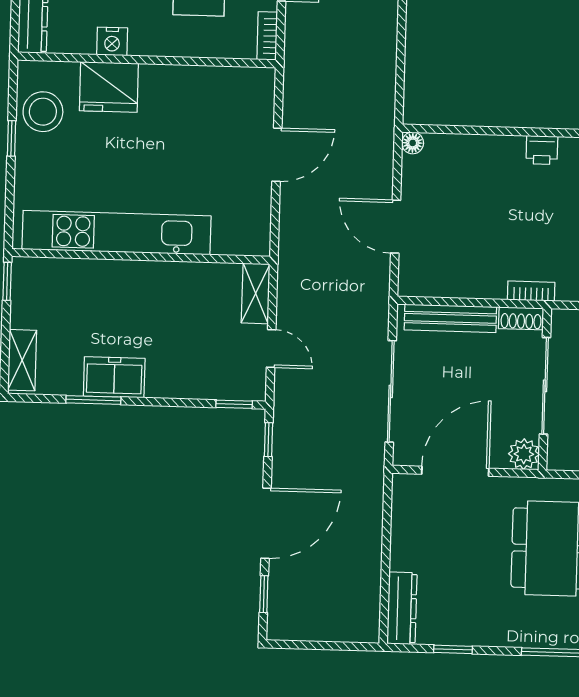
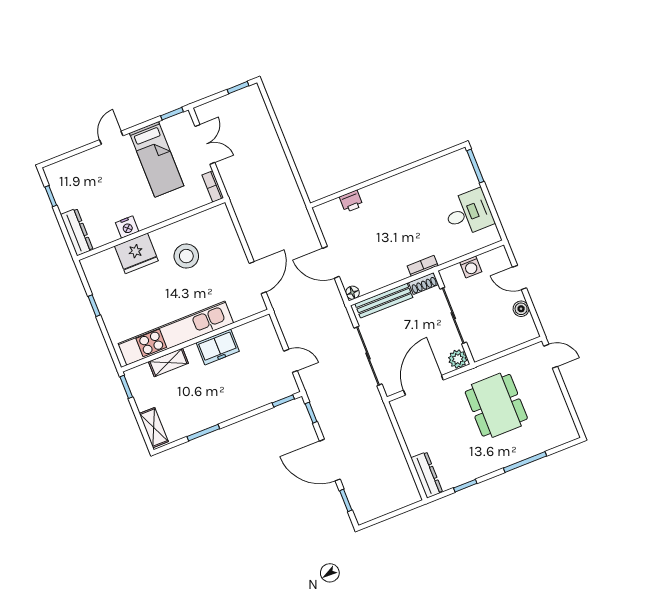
stool: (43, 112) -> (186, 256), moved
floor lamp: (413, 143) -> (352, 293), moved
printer: (542, 150) -> (351, 201), moved
door: (277, 155) -> (258, 278), moved
shelving: (256, 293) -> (168, 362), moved, turned 90
freezer: (114, 377) -> (218, 347), moved, turned 180
door: (266, 523) -> (330, 460), swing flipped

